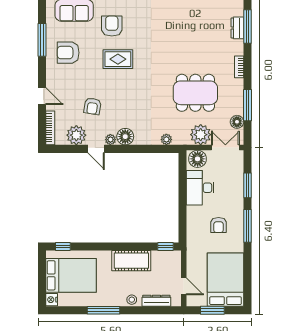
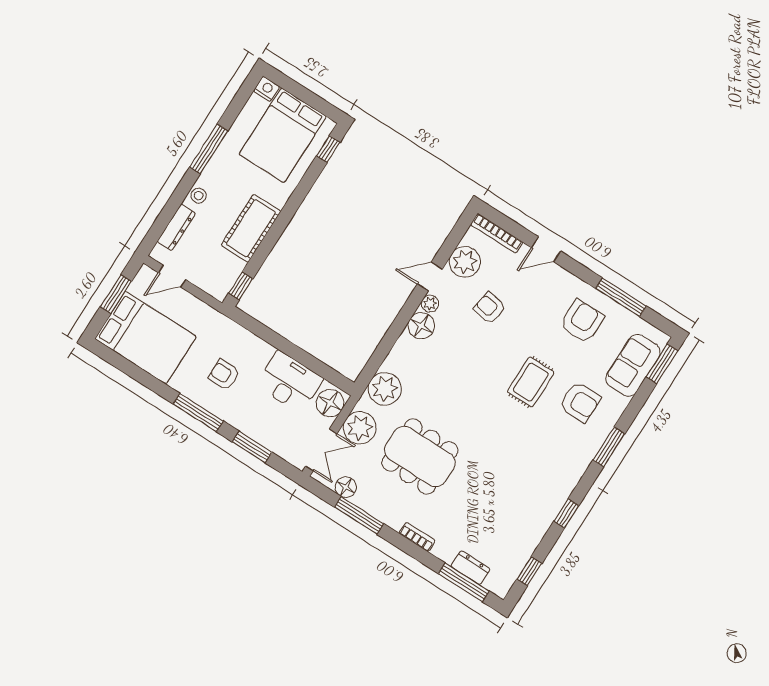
dining table: (195, 93) -> (420, 456), turned 90
plant: (166, 139) -> (385, 389), width x1.88, depth x1.88

